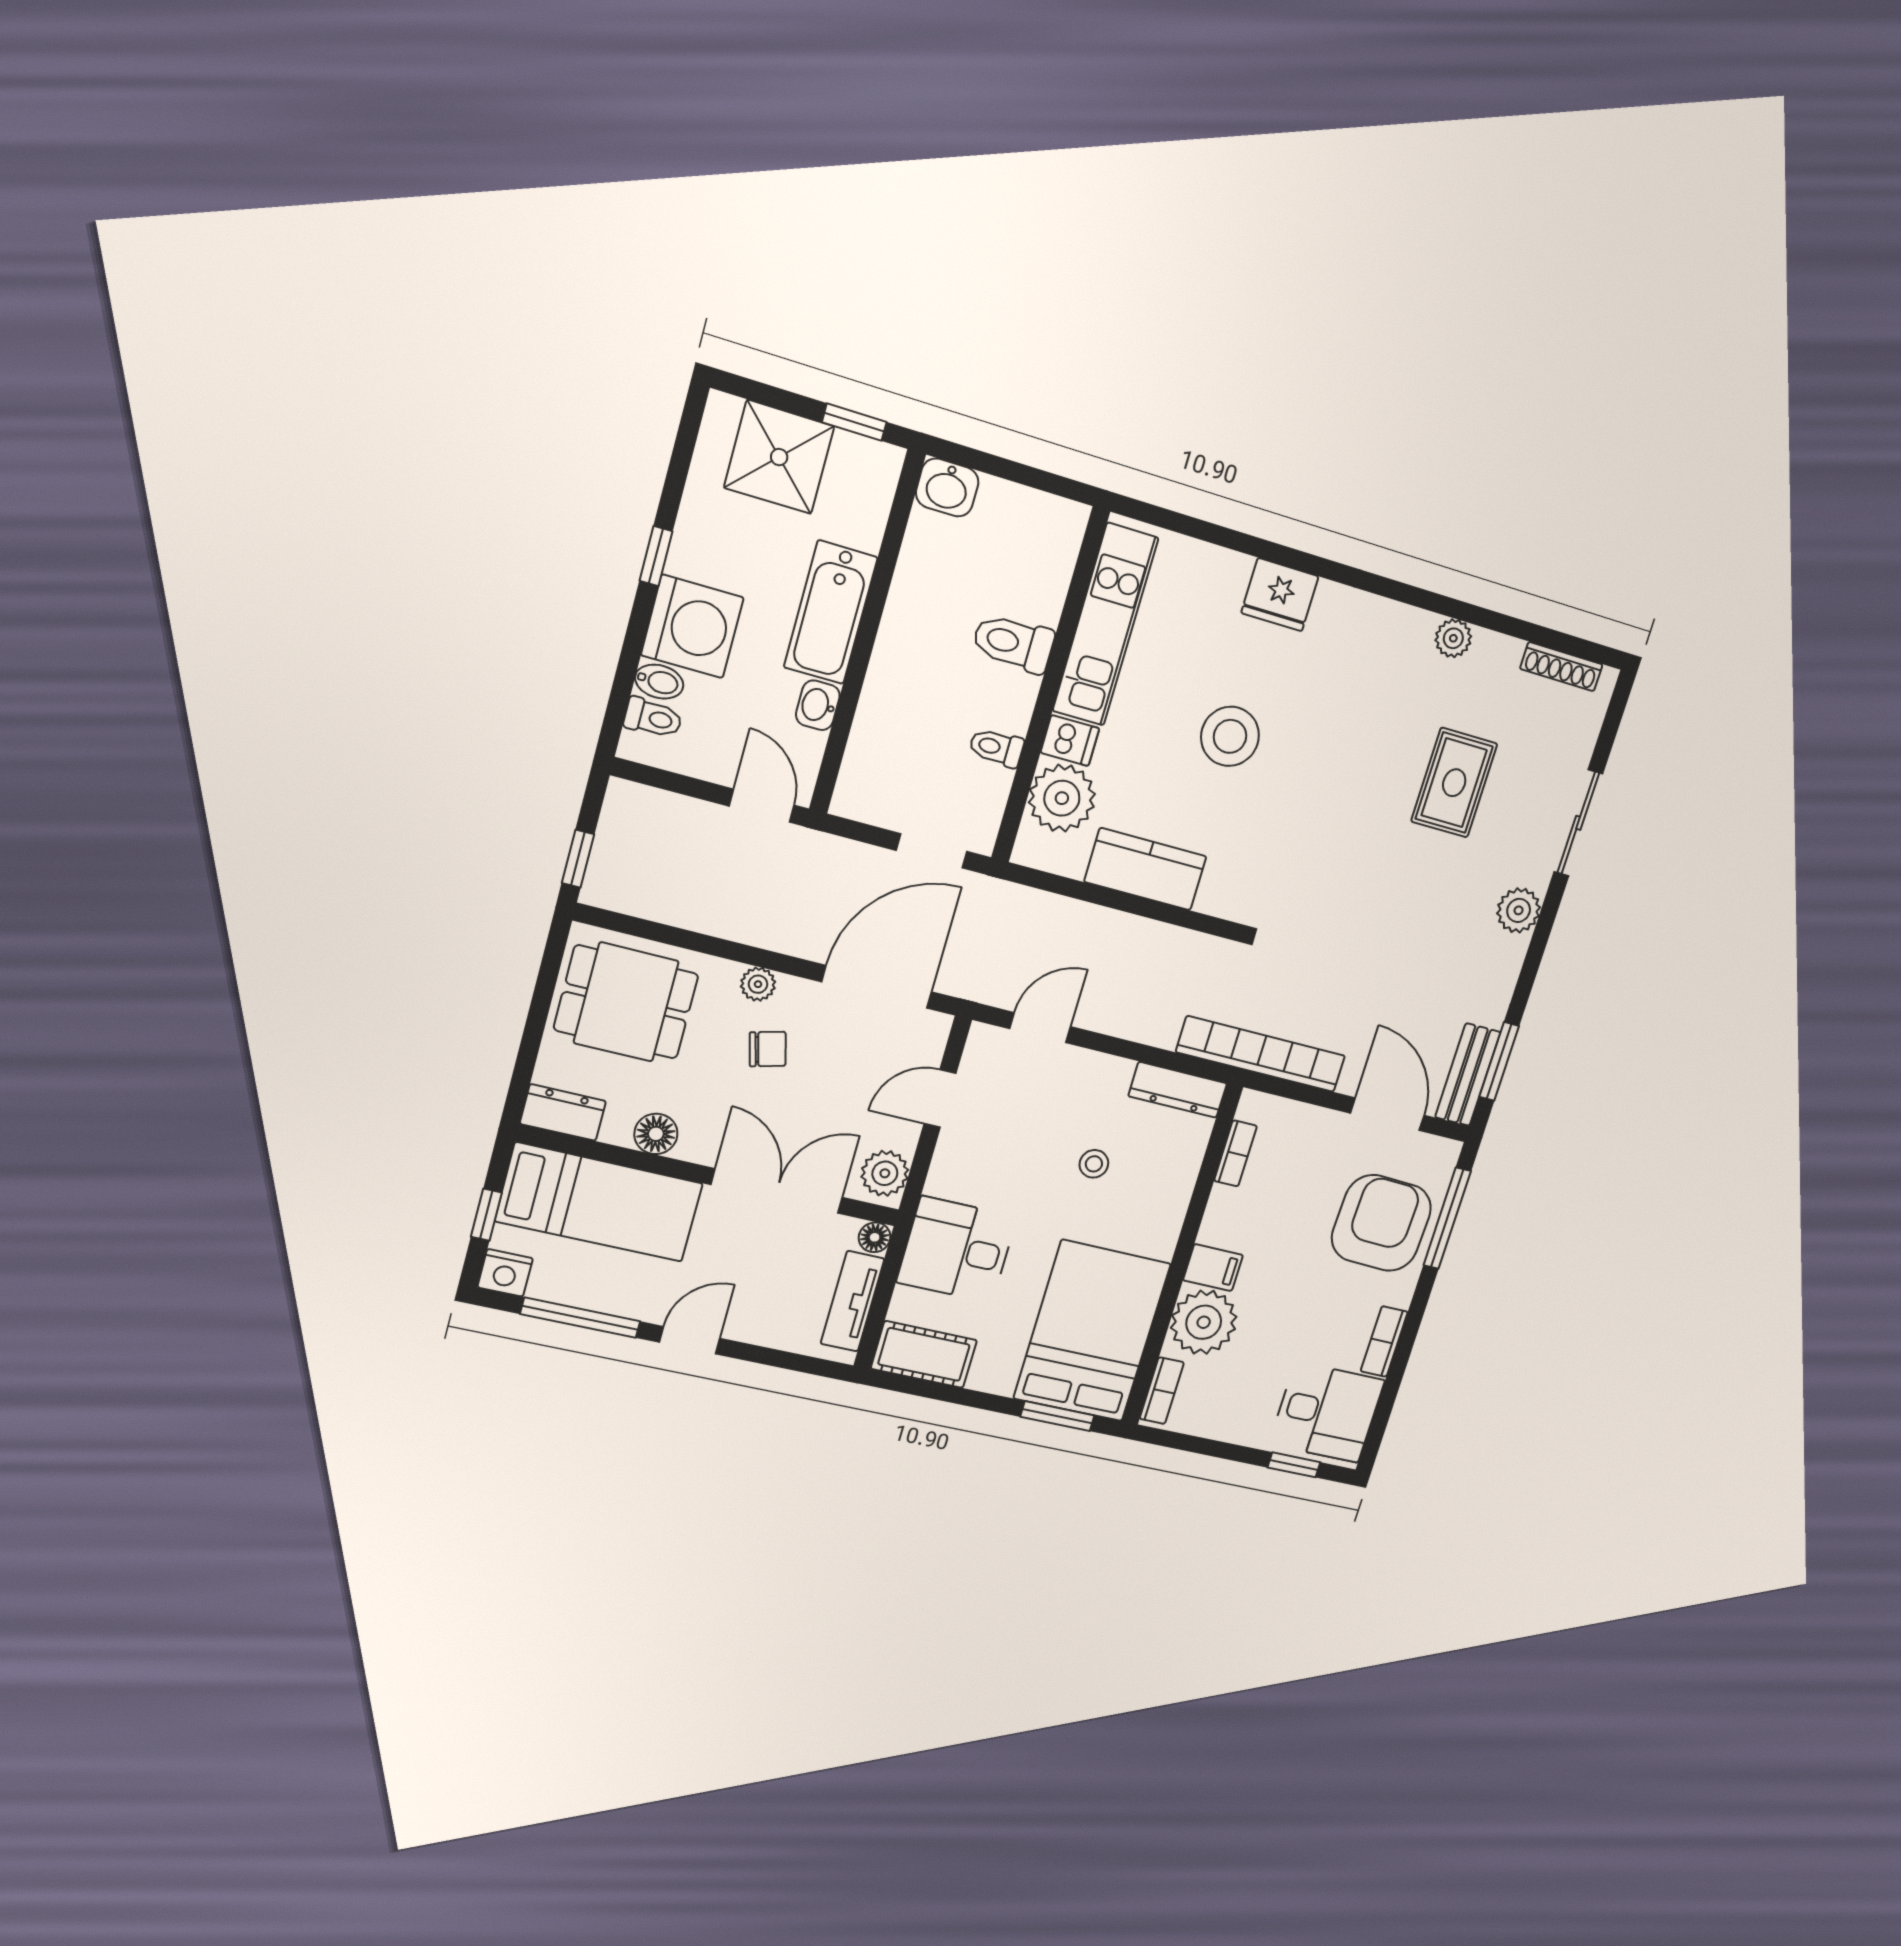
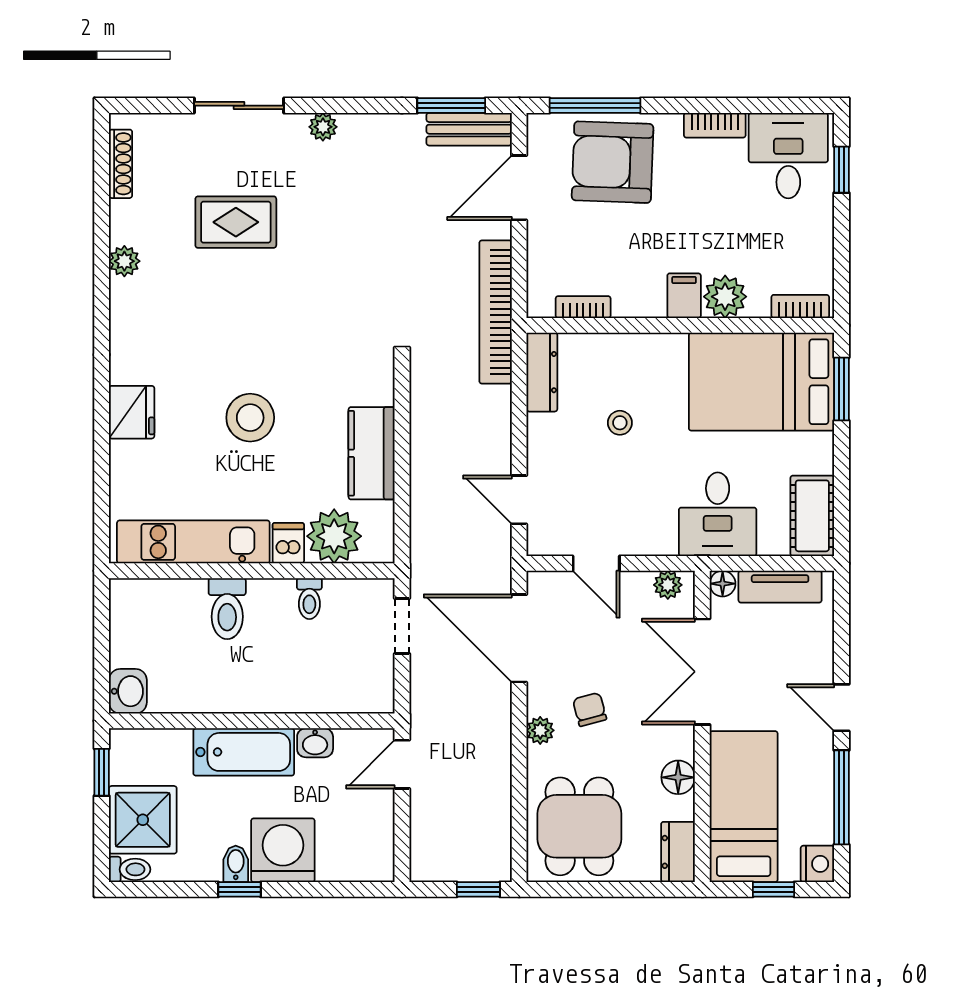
bidet: (659, 682) -> (236, 864), moved
toilet: (653, 718) -> (130, 869), moved, turned 90
plant: (1519, 910) -> (323, 127), width x0.73, depth x0.73
plant: (885, 1173) -> (668, 585), width x0.73, depth x0.73
plant: (1204, 1322) -> (725, 297), width x0.73, depth x0.73

